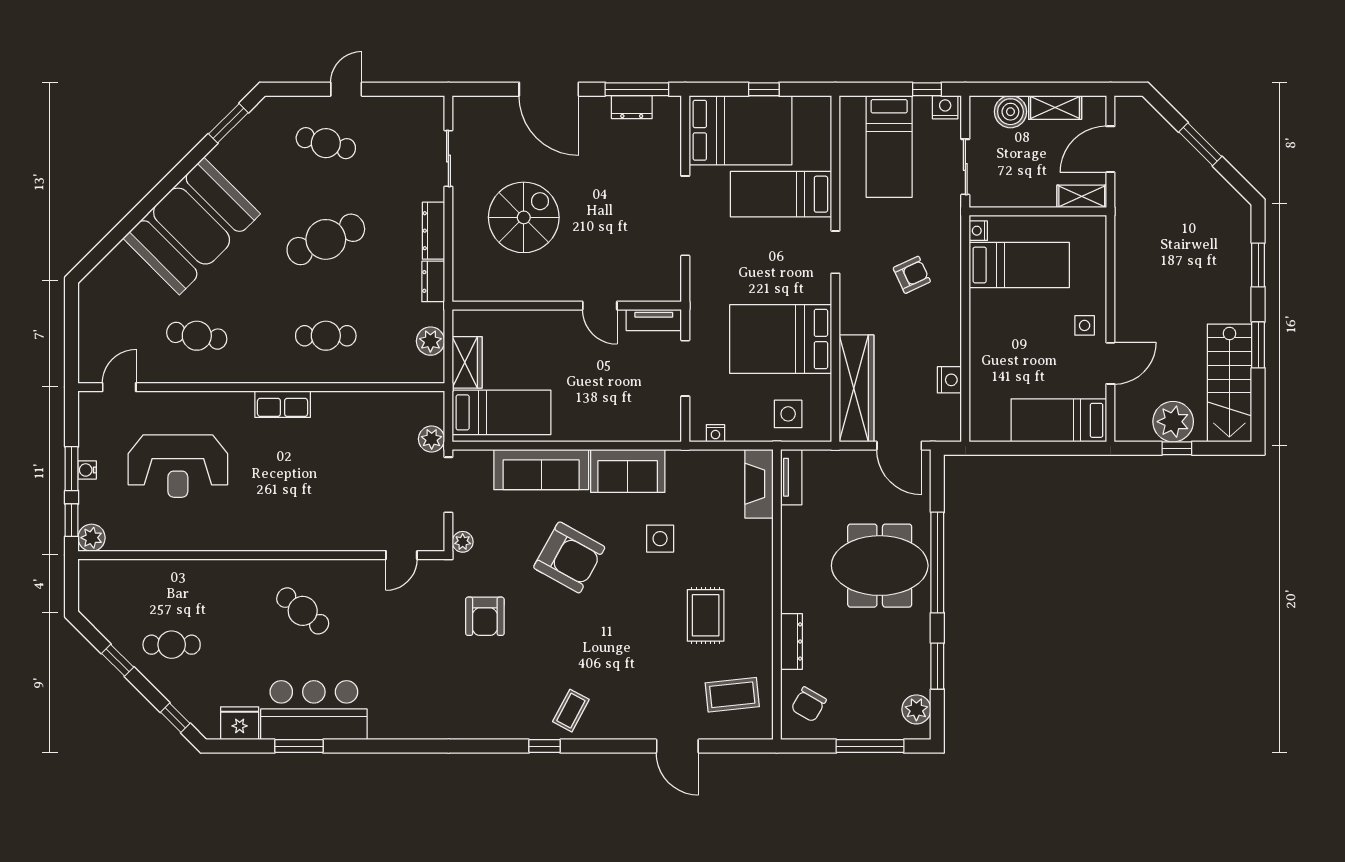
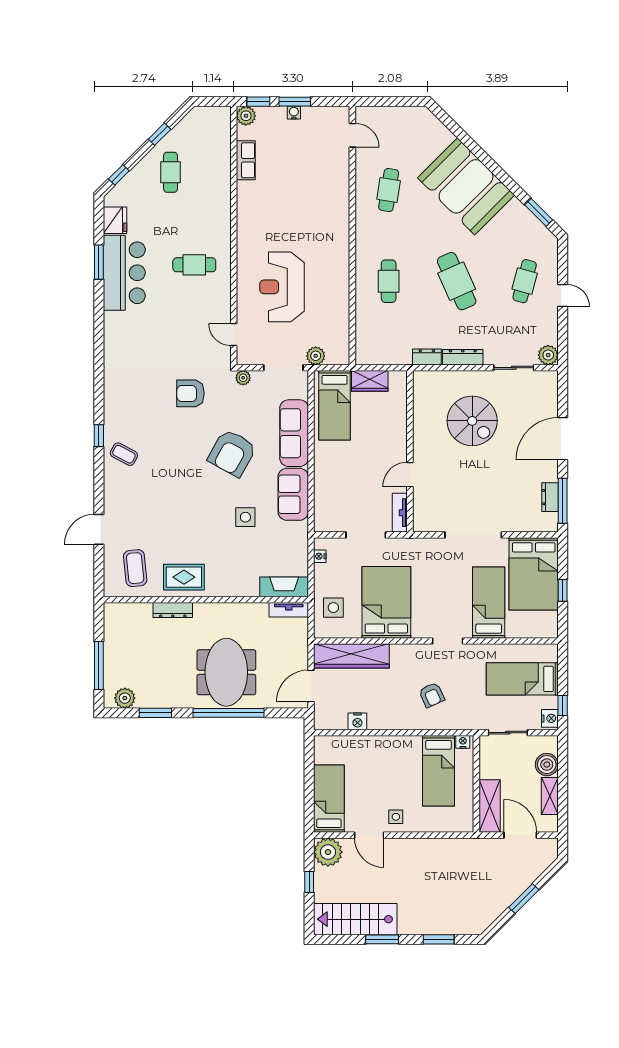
shelving: (1082, 196) -> (490, 806), width x1.50, depth x1.33
plant: (430, 341) -> (548, 355), moved
row of seats: (283, 404) -> (246, 160), moved, turned 180
plant: (1173, 422) -> (328, 852), moved
reception desk: (178, 466) -> (282, 287), moved
cafe table: (303, 611) -> (194, 265), turned 51
rug: (706, 615) -> (184, 577), moved
chair: (809, 704) -> (128, 622), removed

